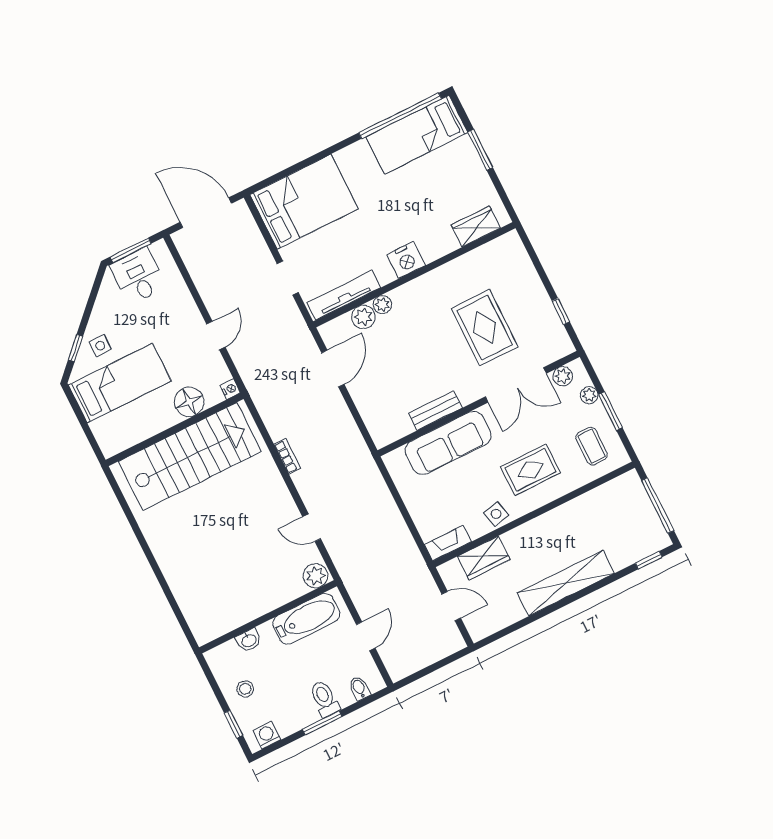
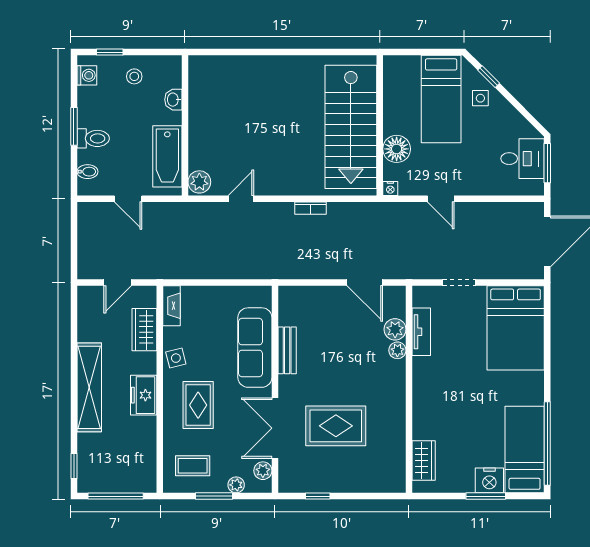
nightstand: (406, 260) -> (489, 480), moved, turned -90
tv unit: (344, 295) -> (421, 332), width x0.71
freezer: (547, 527) -> (144, 395), added

